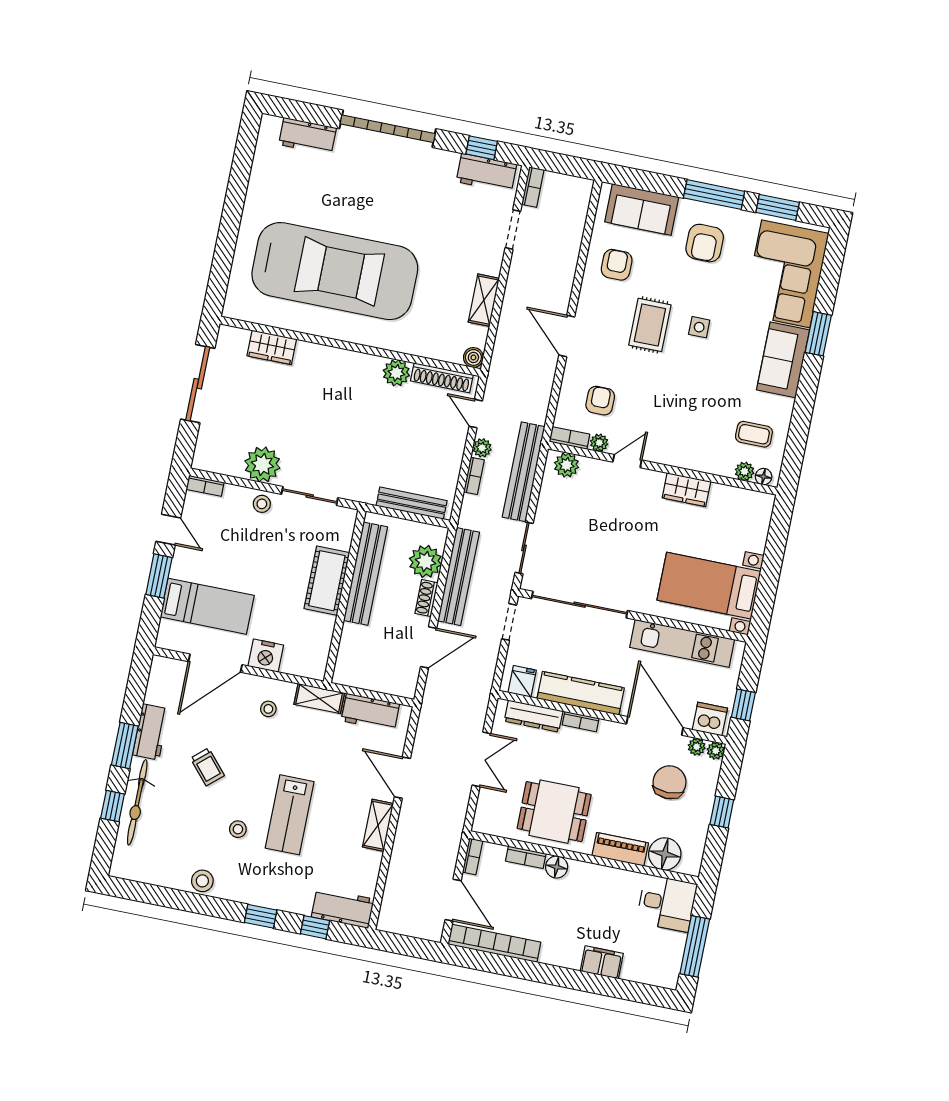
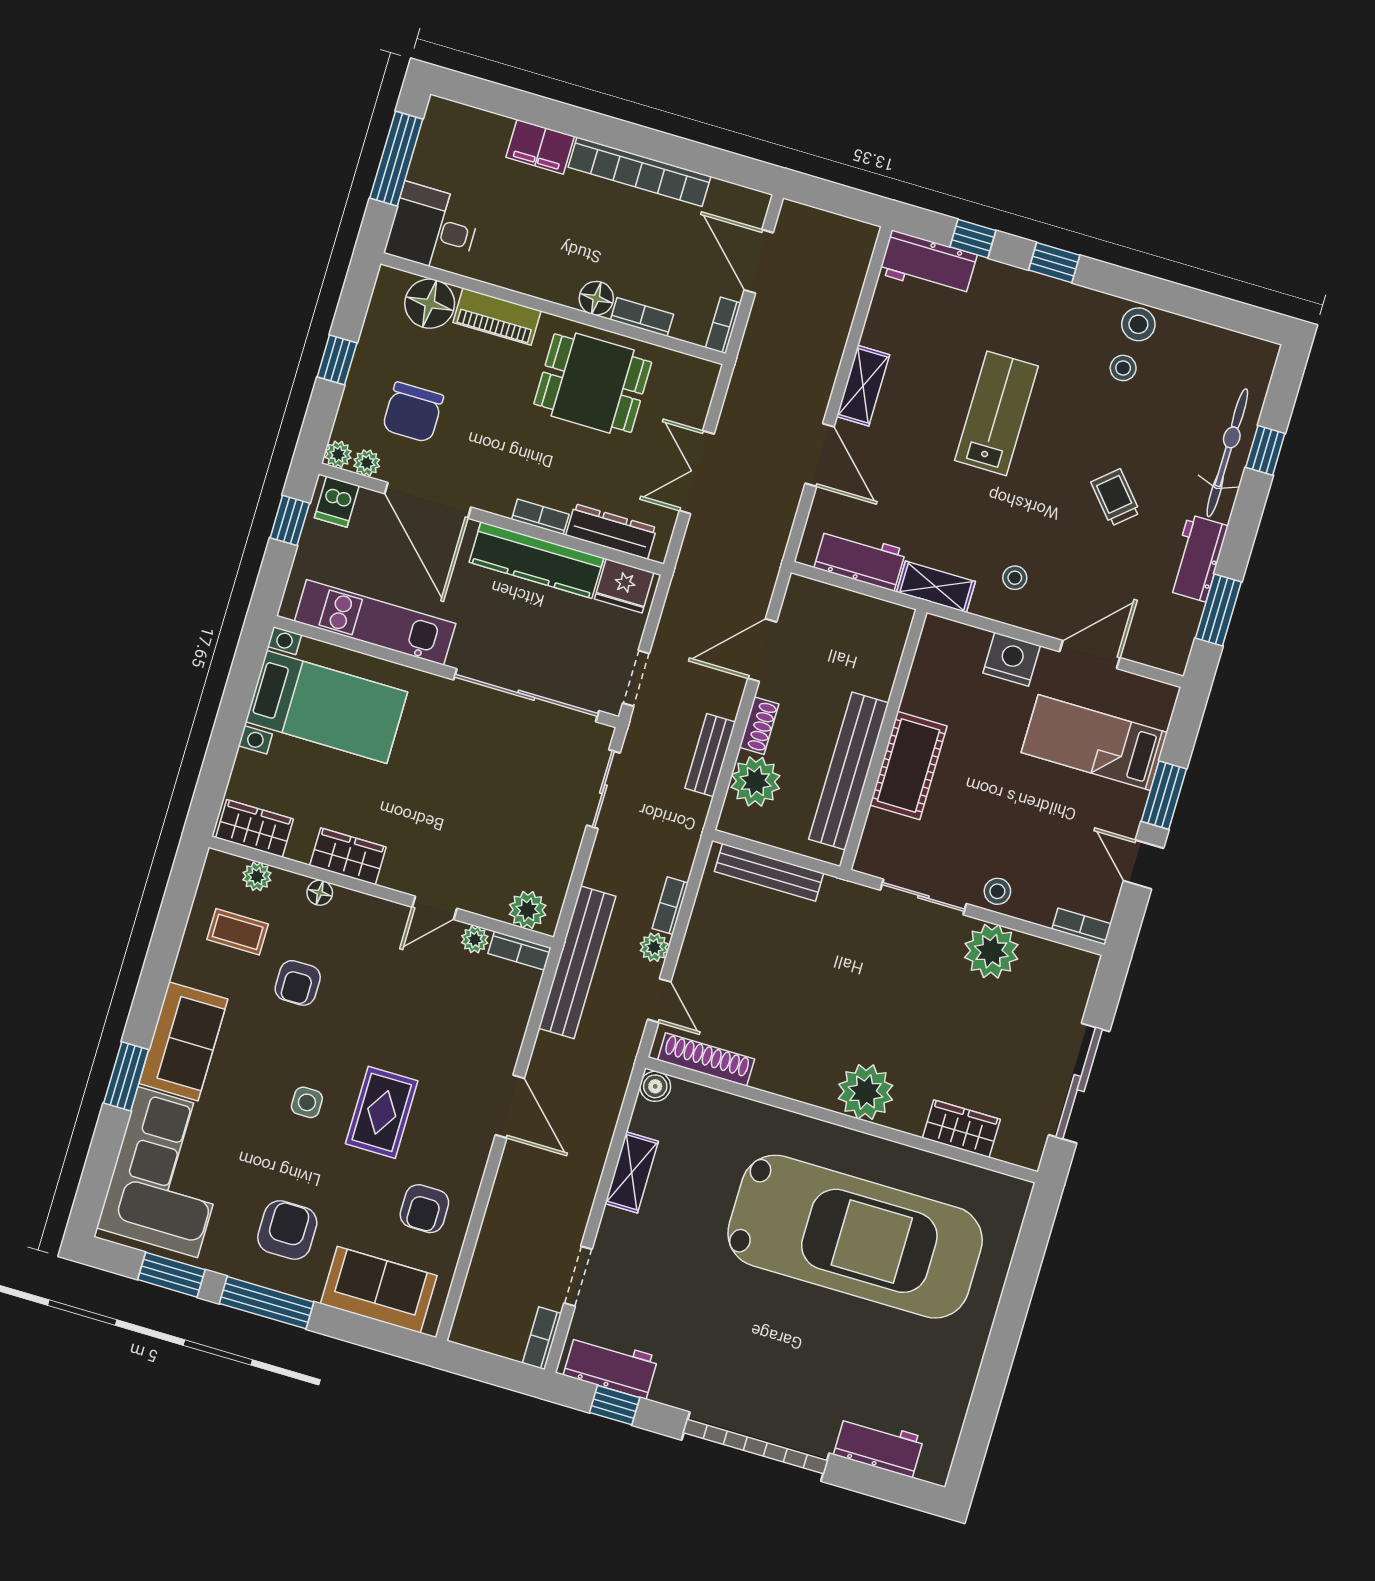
car: (335, 271) -> (855, 1237), turned 180
plant: (396, 373) -> (866, 1092), moved, width x1.36, depth x1.36
armchair: (600, 401) -> (298, 983), moved
bench: (524, 472) -> (577, 962), moved
floor lamp: (764, 477) -> (320, 893), moved
wardrobe: (749, 502) -> (255, 828), added
bench: (458, 577) -> (710, 755), width x0.54, depth x0.82
door: (215, 663) -> (1090, 655), width x0.73
fridge: (522, 681) -> (624, 586), width x1.38
dishwasher: (710, 719) -> (337, 502), width x0.73
window: (125, 745) -> (1218, 610), moved
stool: (238, 829) -> (1123, 368), moved
bookcase: (494, 943) -> (640, 172), moved

